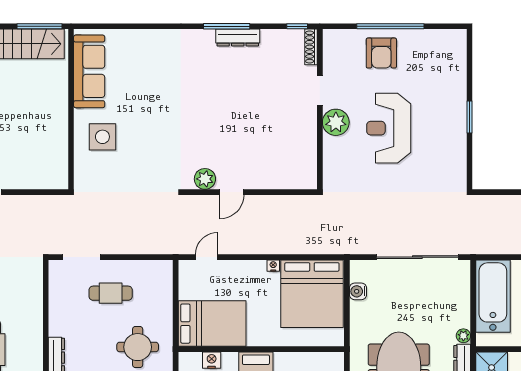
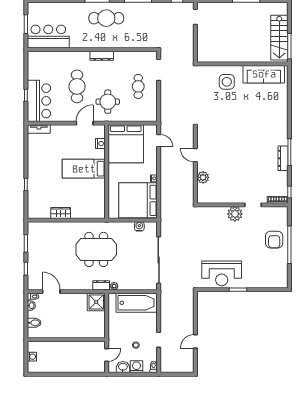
armchair: (381, 53) -> (274, 240), turned -90
reception desk: (389, 128) -> (222, 273), moved, turned 180
plant: (205, 179) -> (203, 177), moved
bed: (212, 324) -> (126, 144), width x1.36

